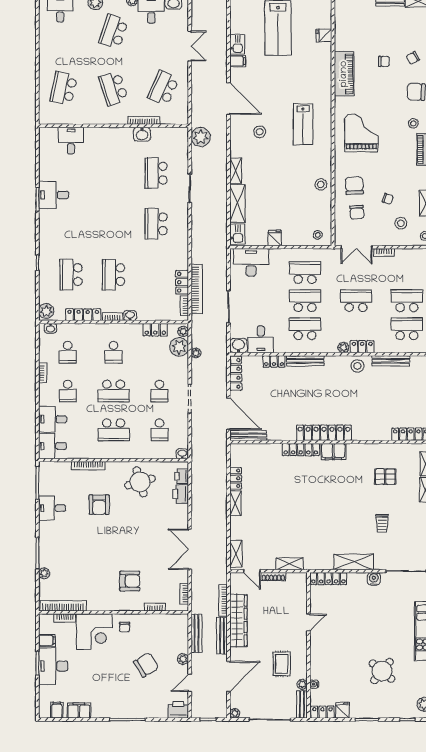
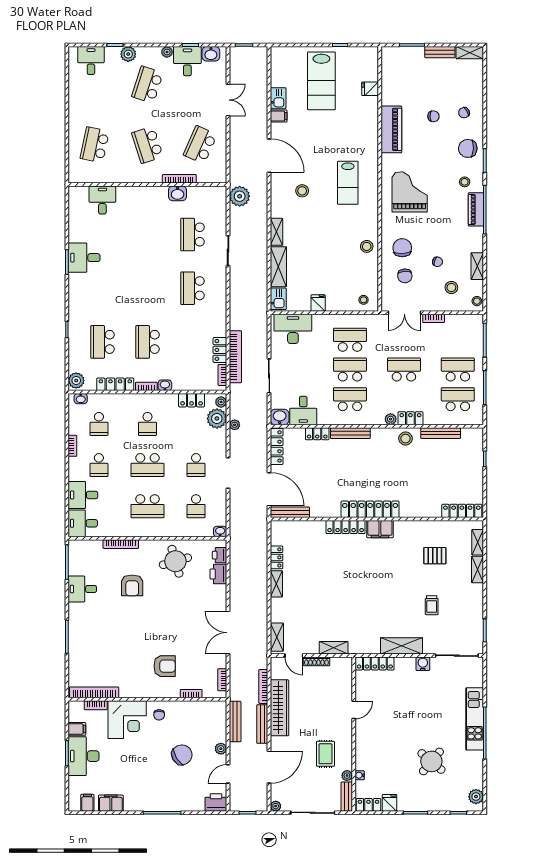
plant: (44, 573) -> (74, 658), removed

